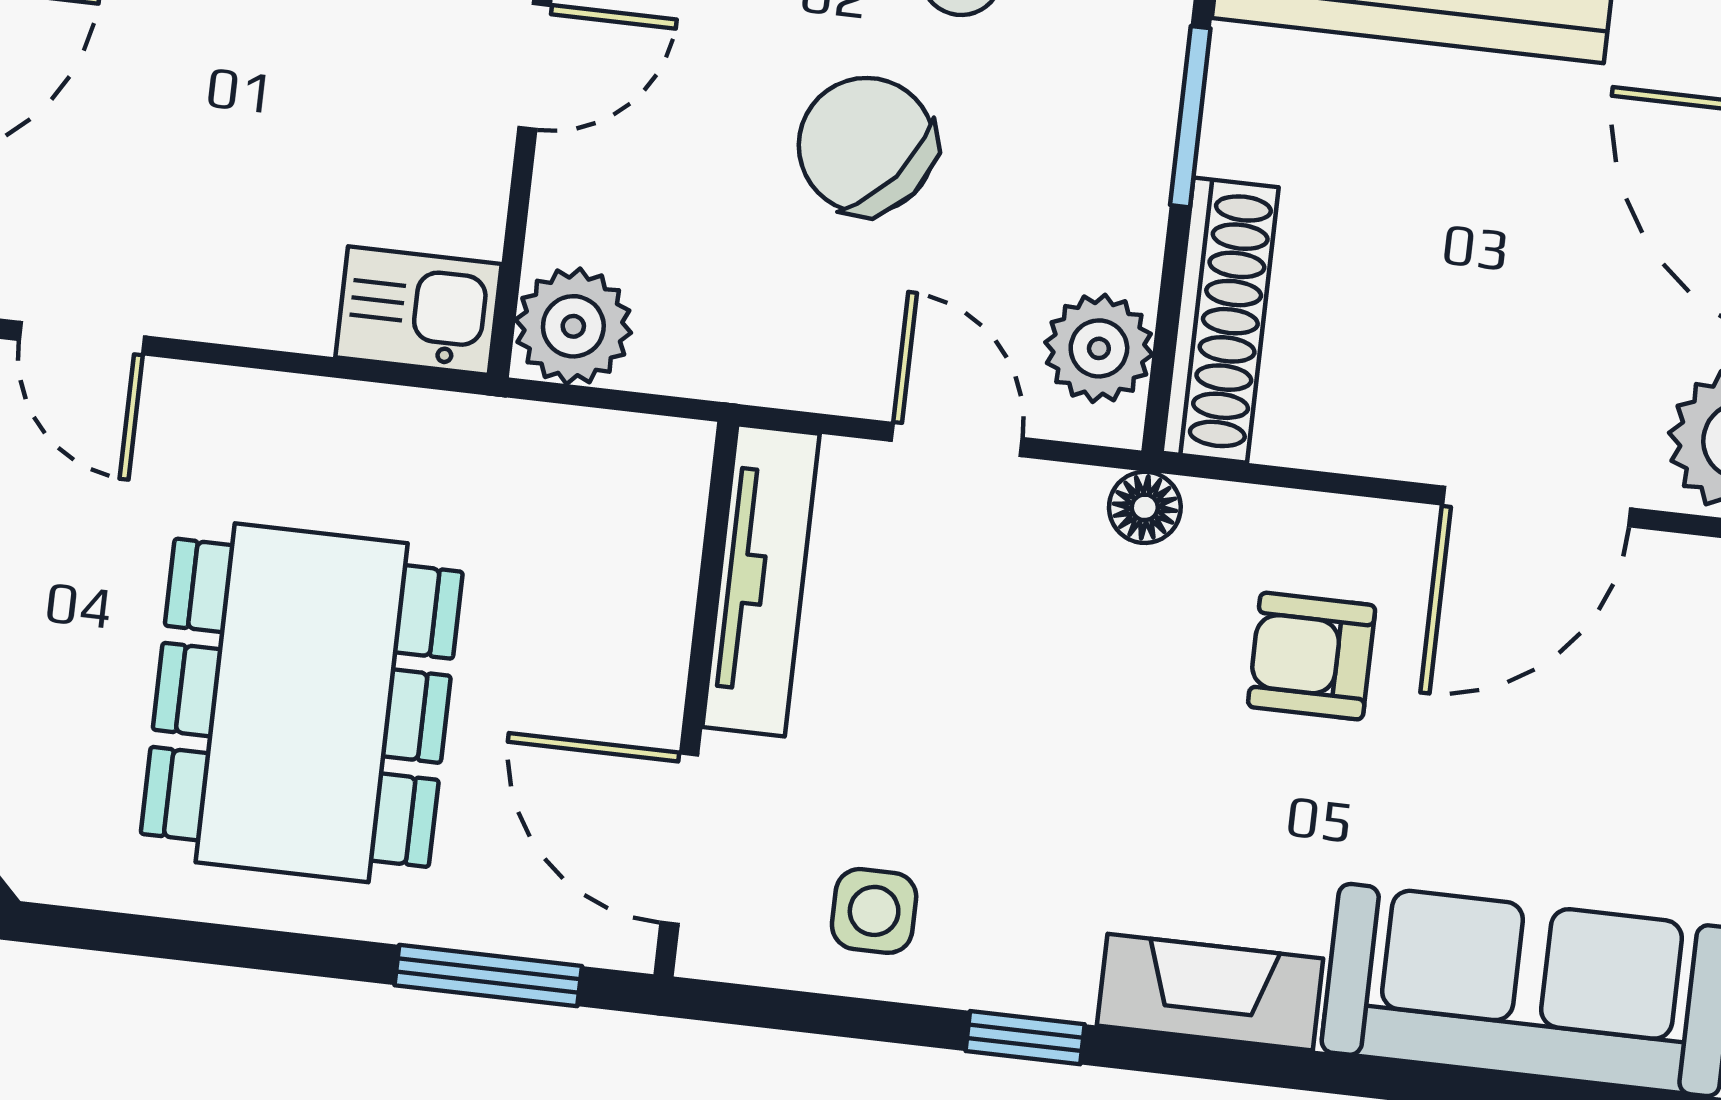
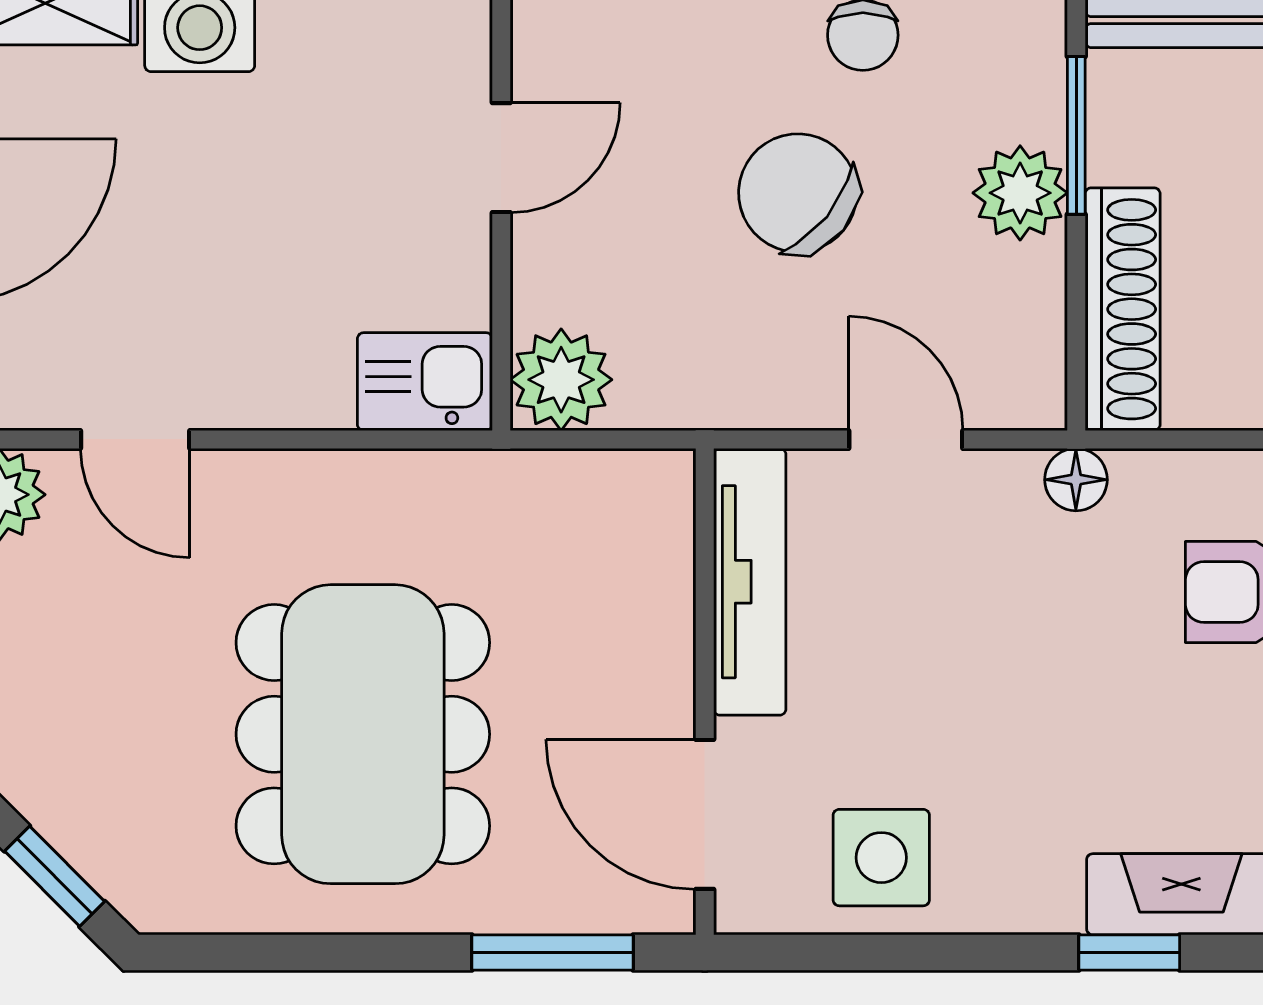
plant: (1099, 348) -> (1020, 193), moved
side table: (874, 911) -> (881, 858), width x1.37, depth x1.37
window: (1025, 1038) -> (1129, 953), moved

